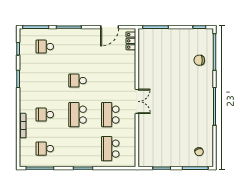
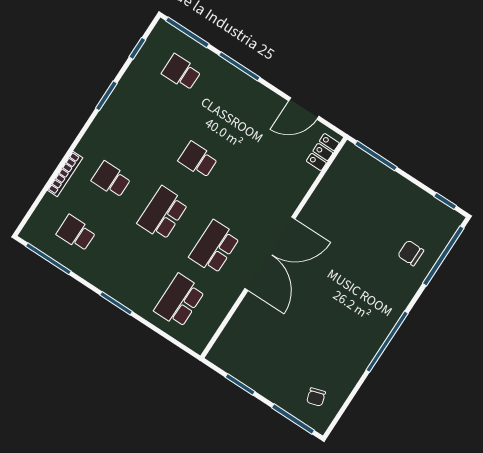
double door: (137, 101) -> (270, 254), width x1.87

